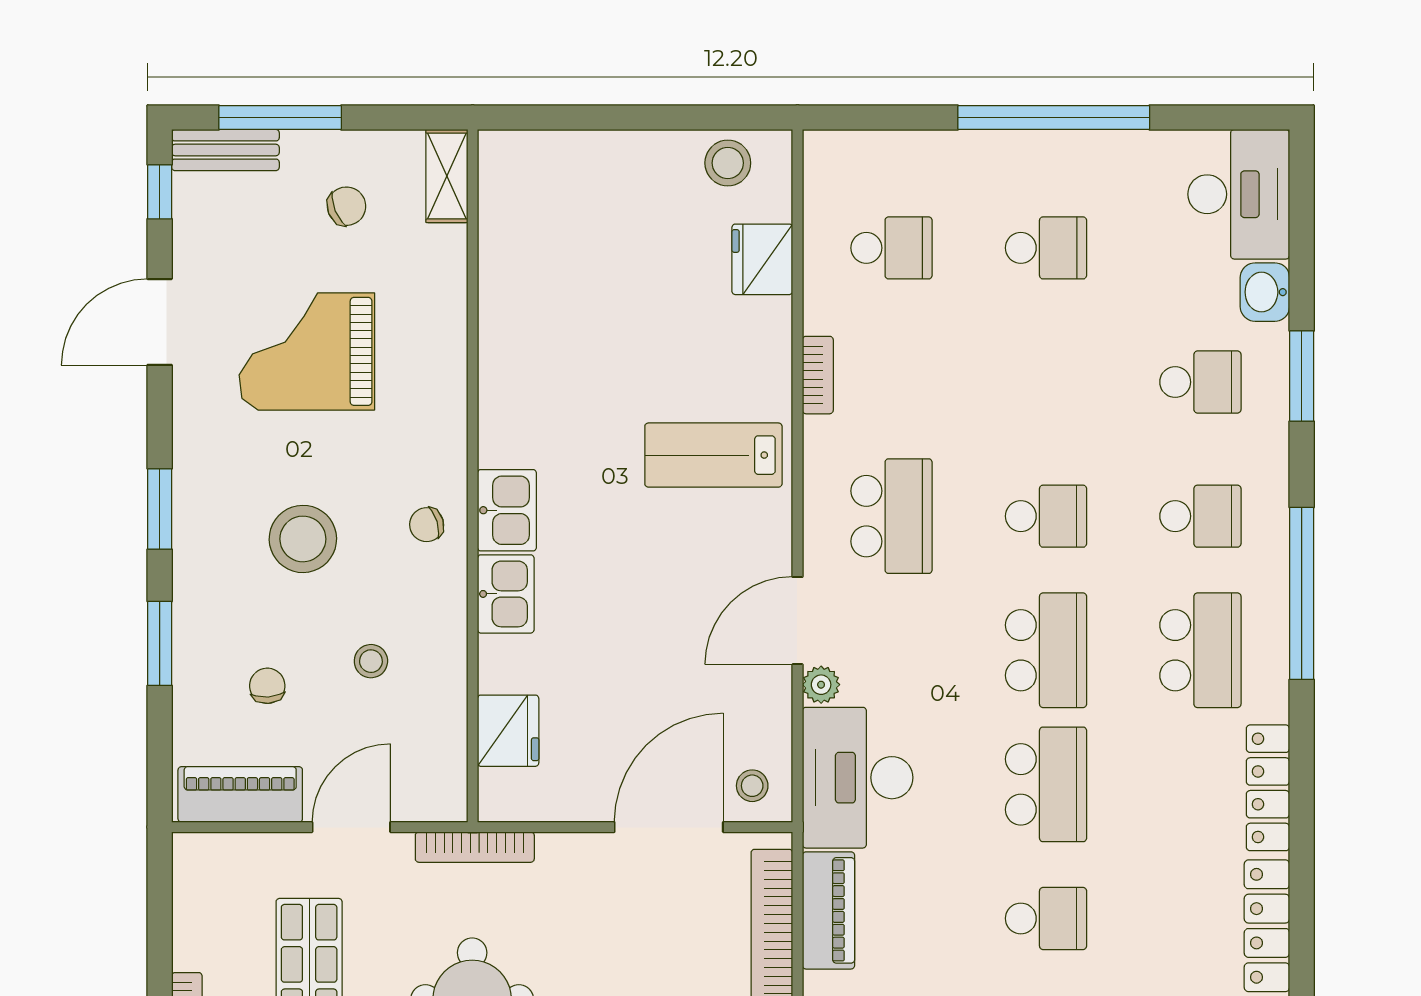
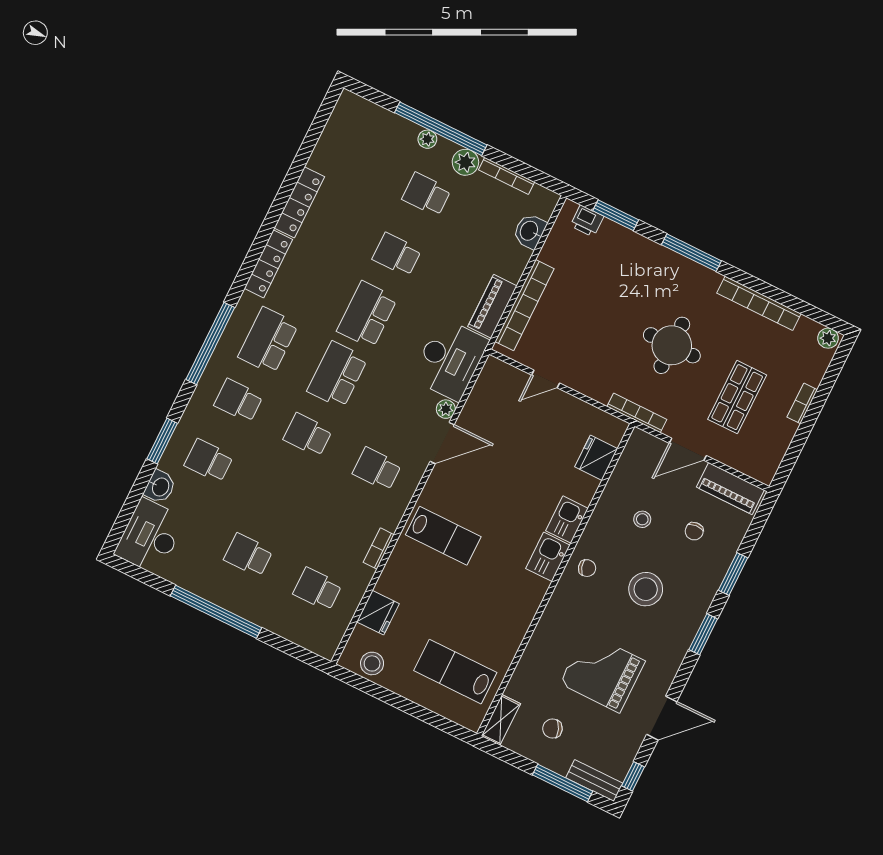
lab bench: (571, 222) -> (455, 672), added
grand piano: (307, 351) -> (602, 672), turned 180
school desk: (892, 516) -> (377, 469), width x0.54
stool: (752, 786) -> (499, 379), removed
door: (669, 827) -> (546, 379), width x0.53

